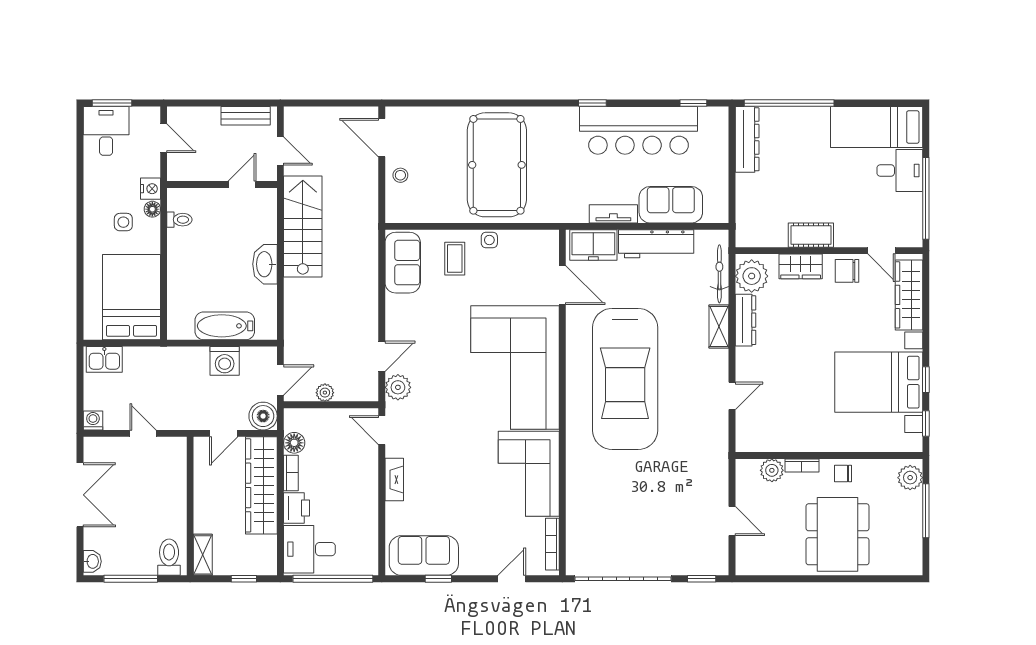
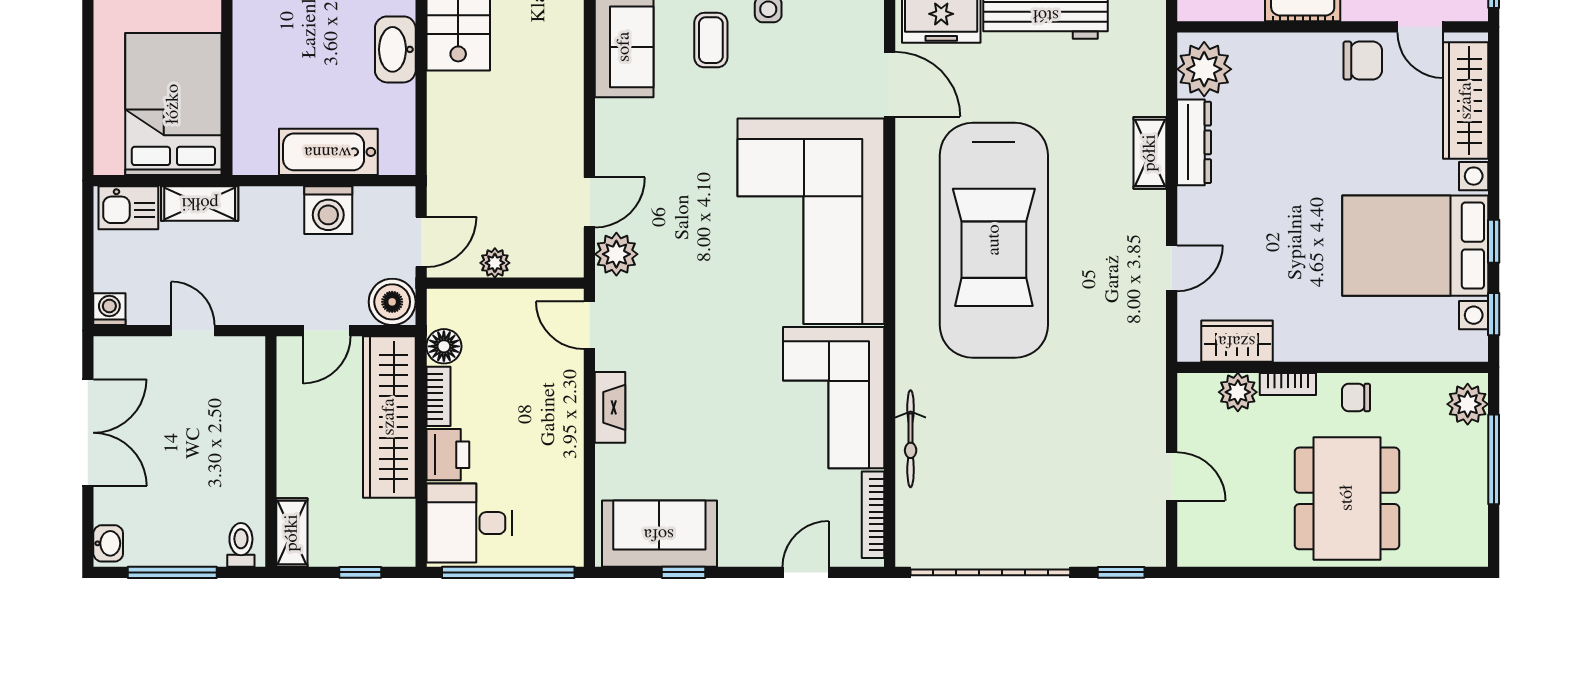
wardrobe: (801, 266) -> (1237, 341), moved, turned 180
chair: (847, 271) -> (1363, 60), turned 180
bicycle: (719, 274) -> (911, 439), moved, turned 180
shelving: (147, 357) -> (200, 203), added
toilet: (169, 557) -> (241, 545), width x0.73, depth x0.72

